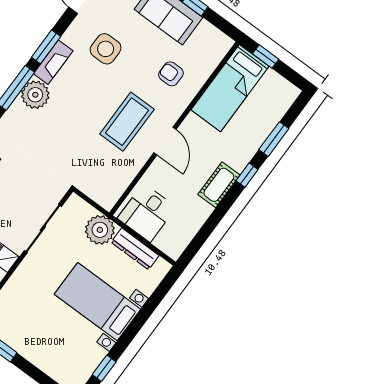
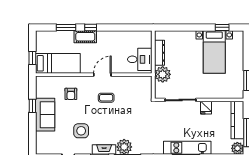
coffee table: (127, 122) -> (106, 98), width x0.54, depth x0.58
cot: (219, 185) -> (85, 37), moved
bed with nightstands: (98, 302) -> (214, 52), moved

